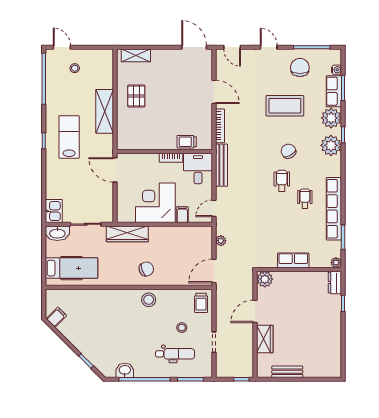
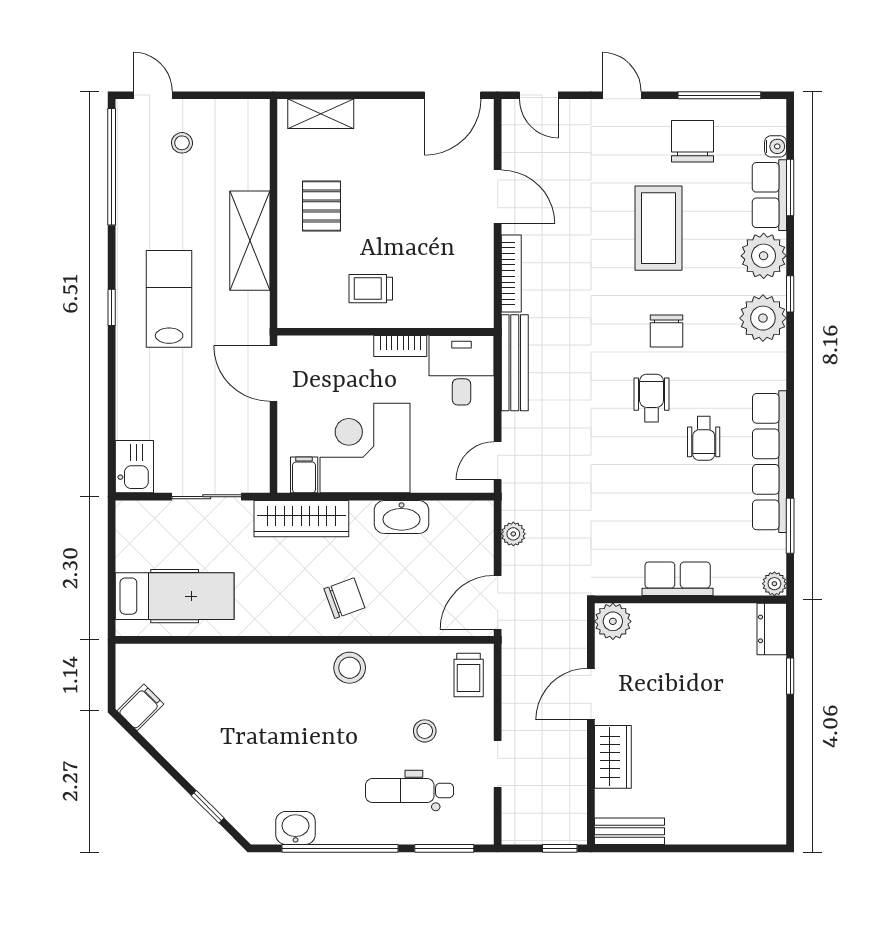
door: (194, 47) -> (453, 95), swing flipped
coffee table: (285, 106) -> (658, 228), turned 90
trolley: (187, 142) -> (371, 289), moved
chair: (288, 151) -> (667, 331), turned -150
wheelchair: (305, 199) -> (704, 438), turned 180
filing cabinet: (182, 215) -> (304, 475), moved
washbasin: (57, 233) -> (402, 517), moved
dental chair: (175, 354) -> (409, 790), turned 180
bench: (287, 372) -> (630, 831), moved

